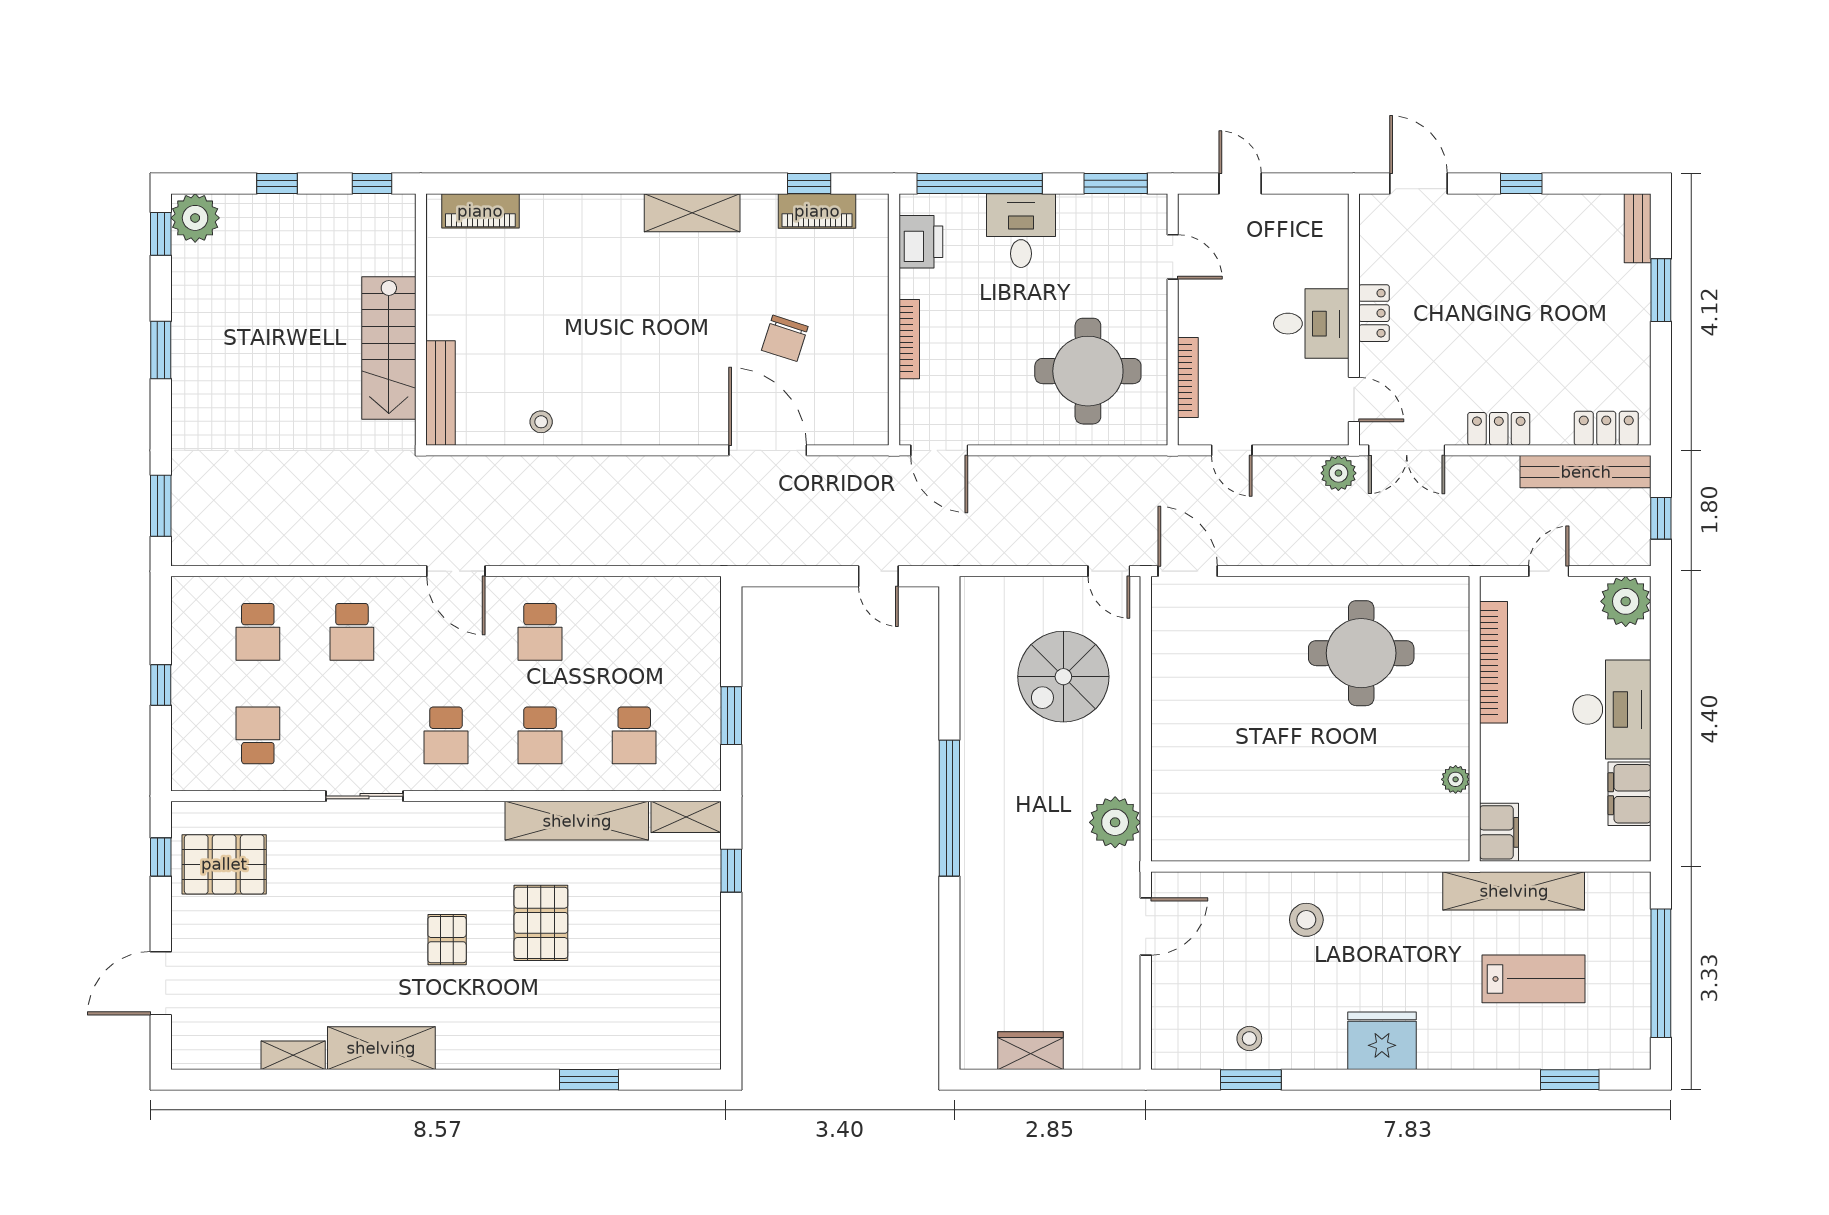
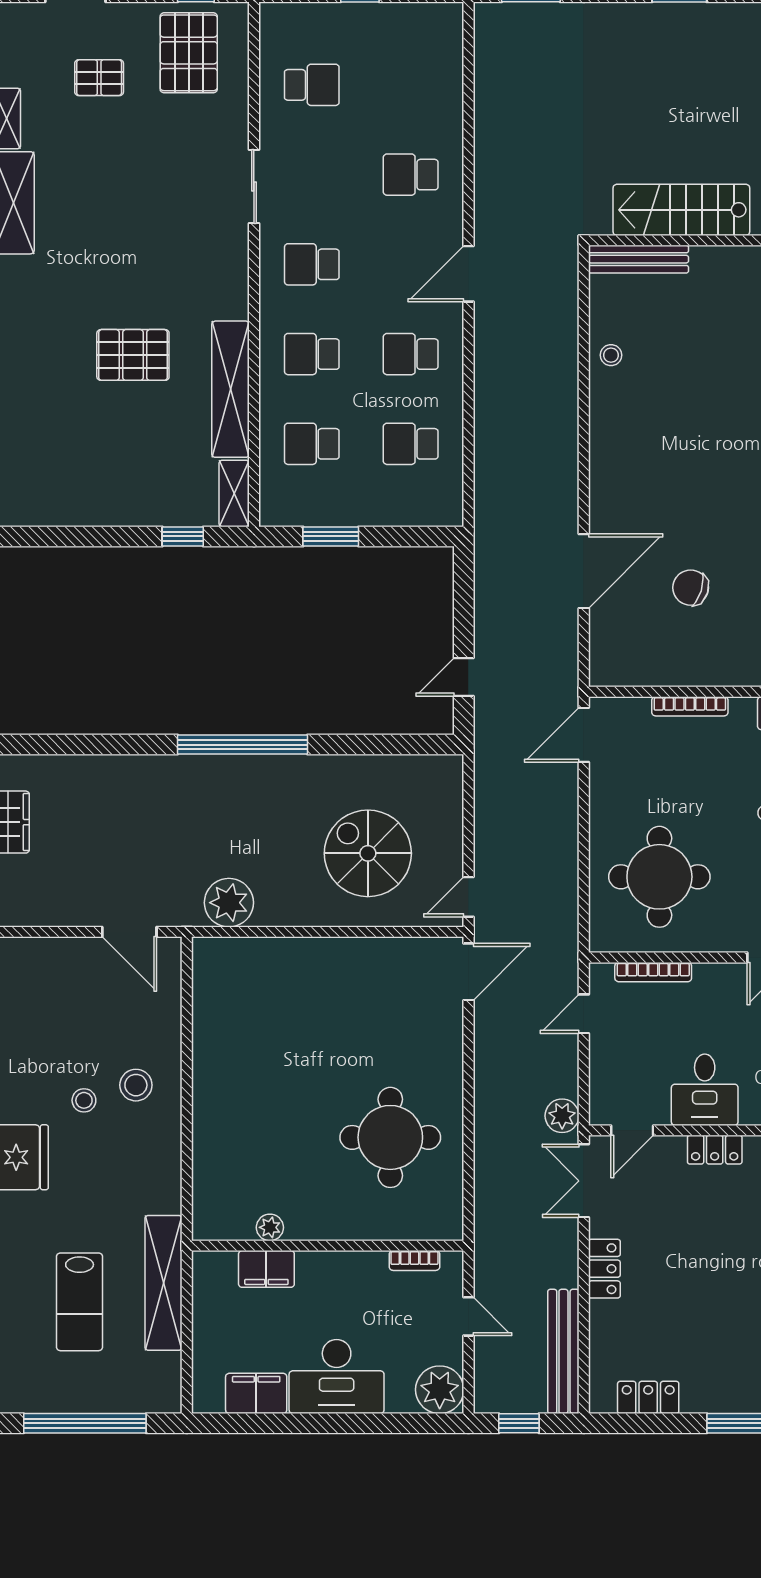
locker: (1606, 428) -> (648, 1397), moved, turned -90
school desk: (258, 632) -> (411, 444), moved
bookcase: (1493, 662) -> (414, 1260), width x0.43, depth x0.76
filing cabinet: (1499, 832) -> (266, 1269), moved
pallet: (447, 940) -> (99, 78), moved
stool: (1249, 1038) -> (84, 1100), moved

